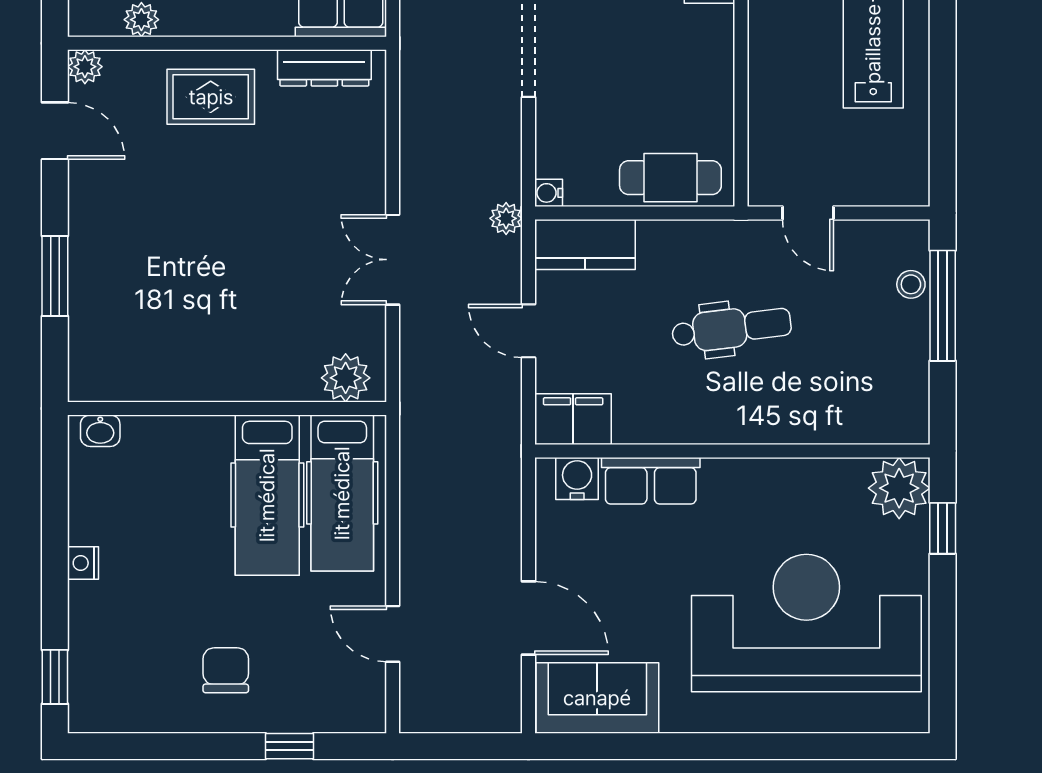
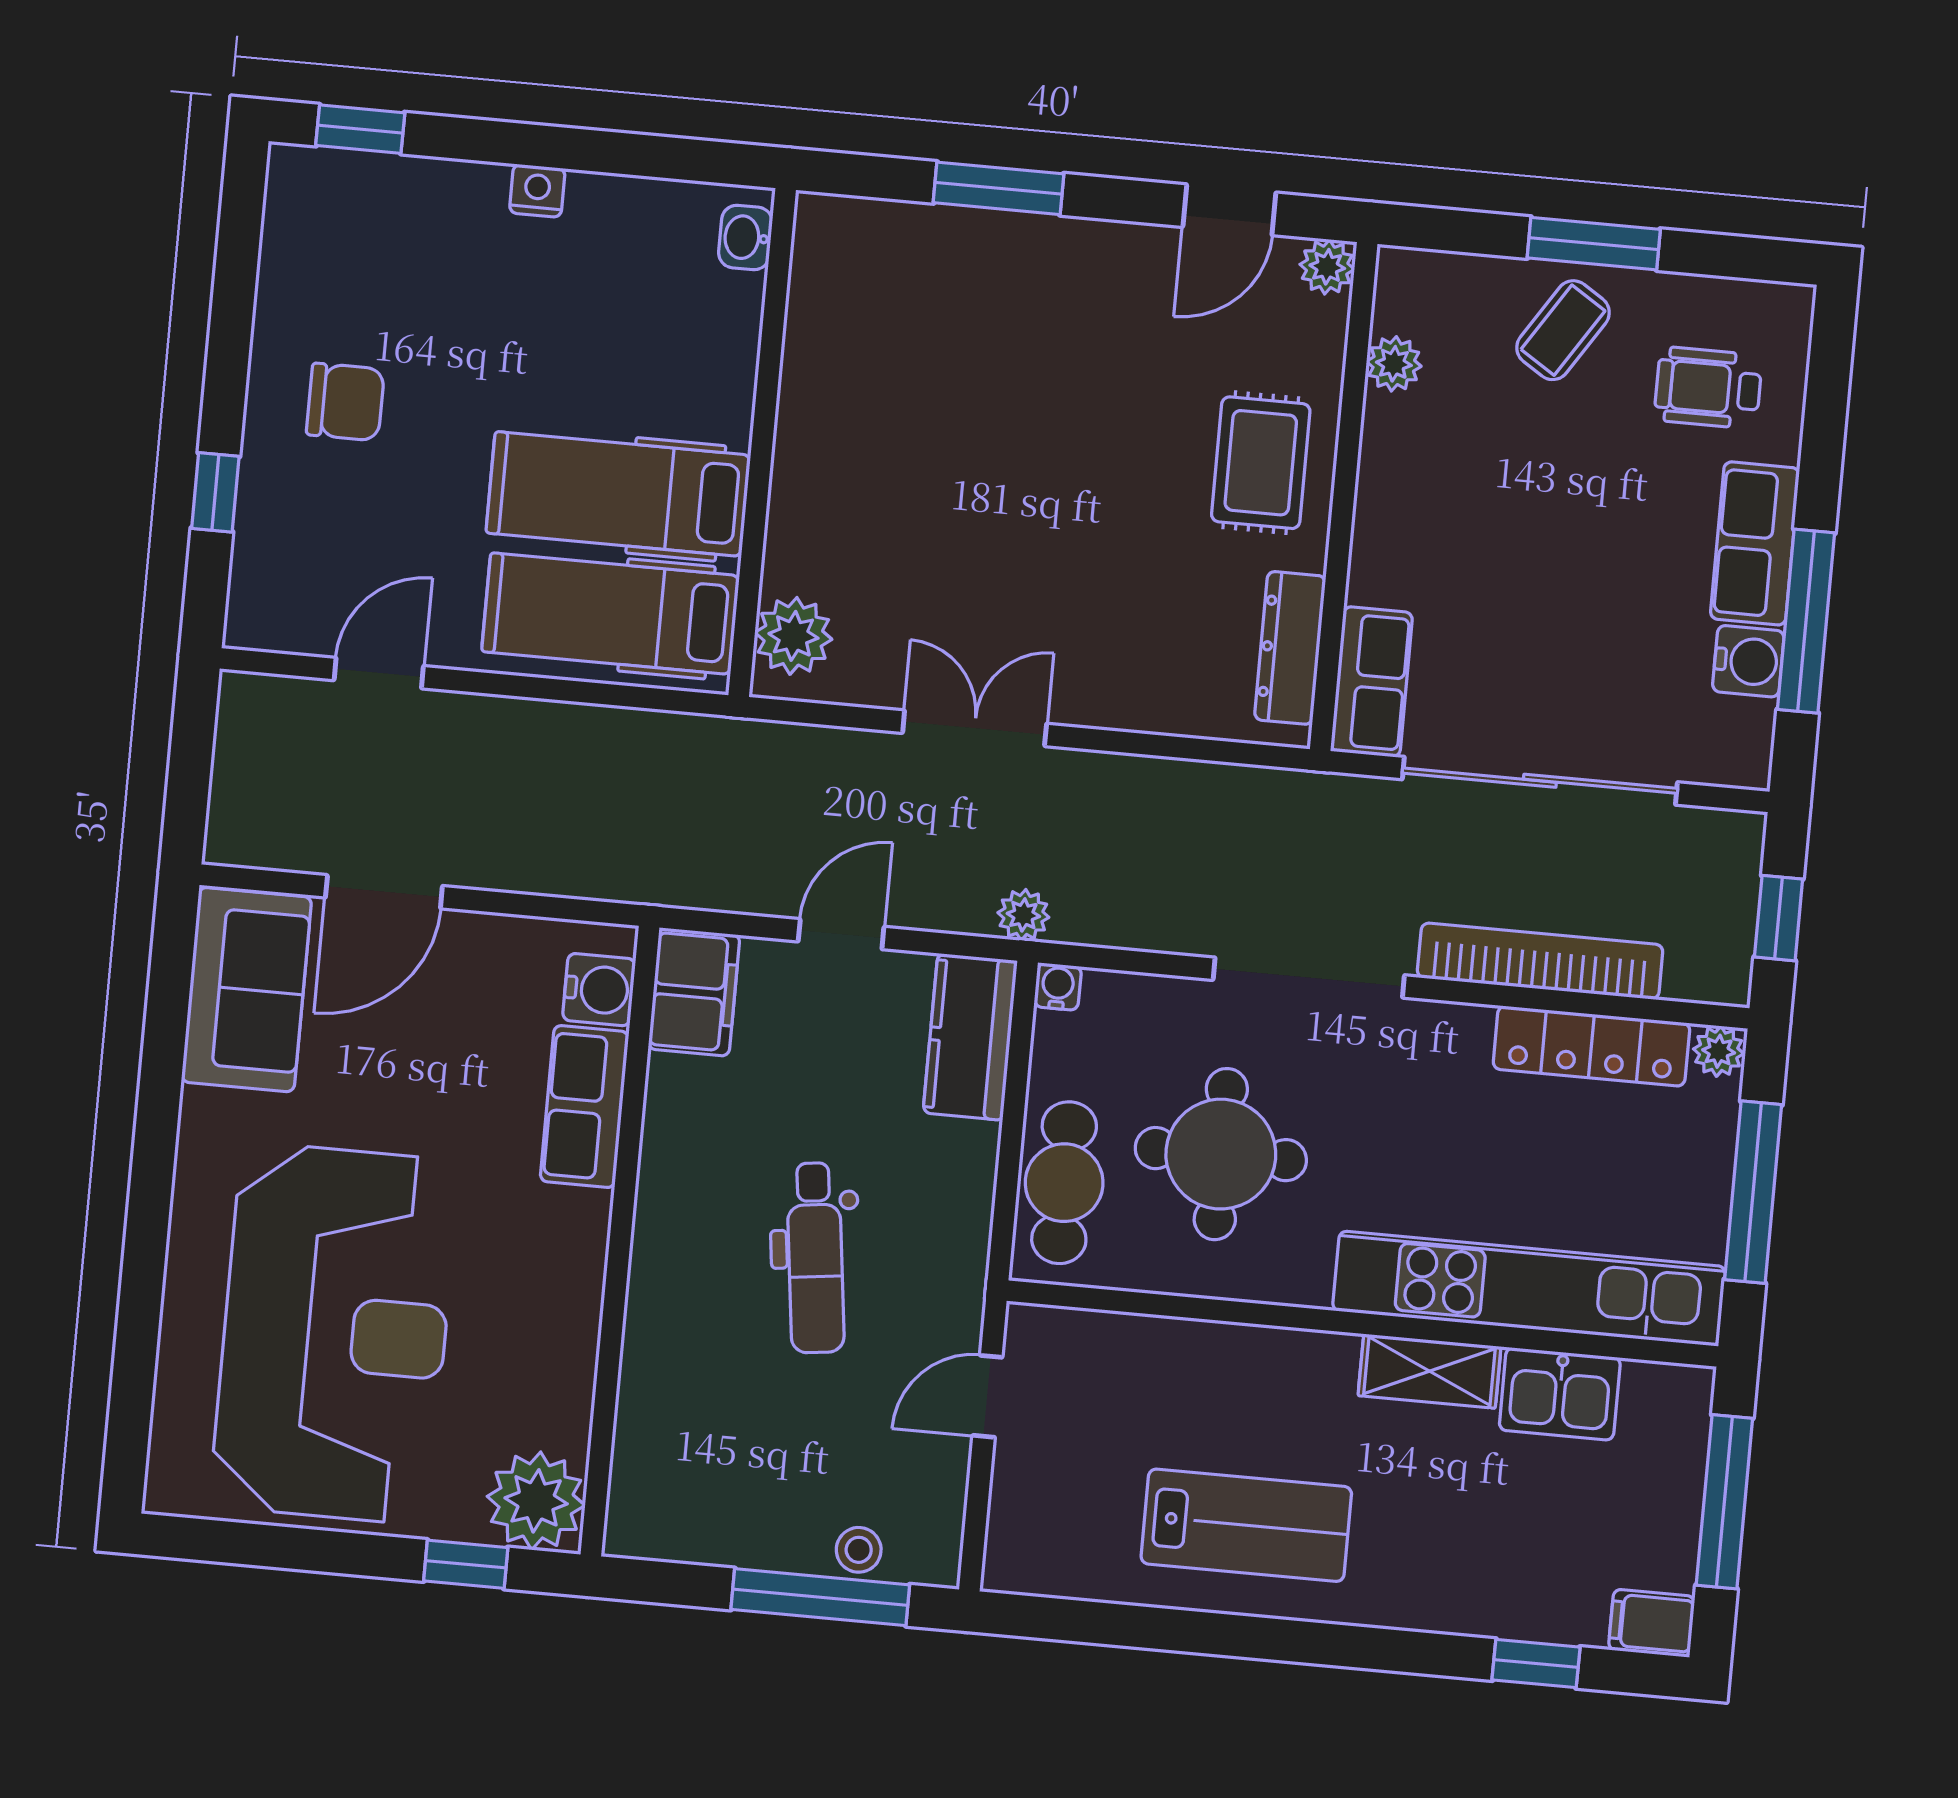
round table: (644, 82) -> (1221, 1154), added

